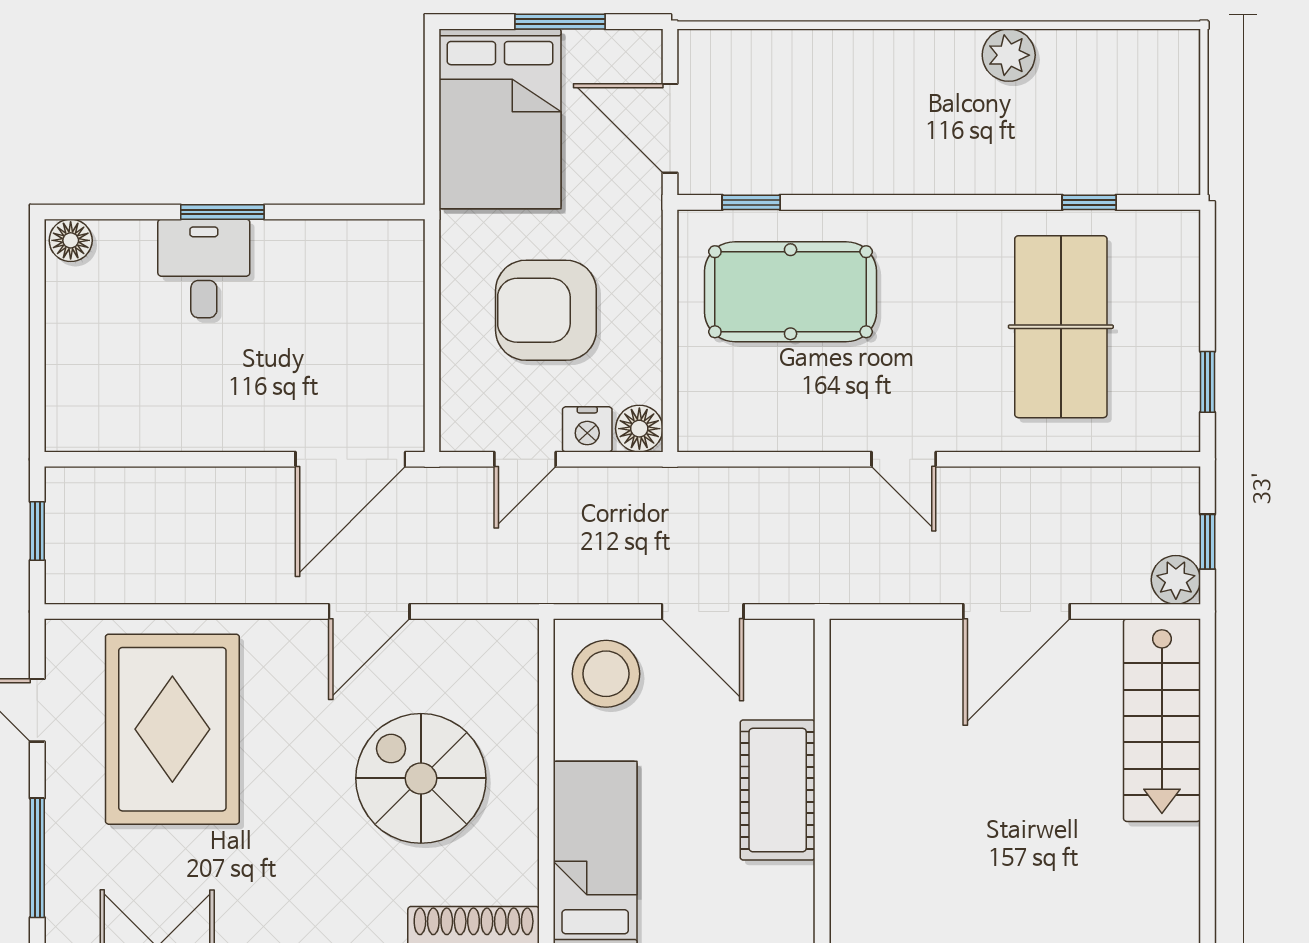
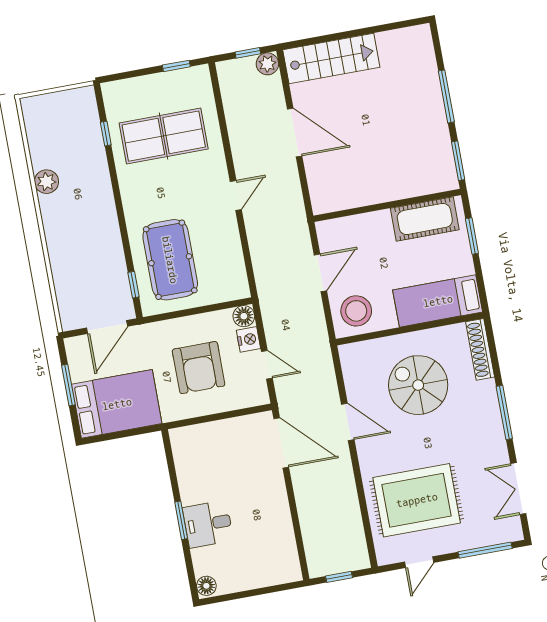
spiral stairs: (421, 778) -> (418, 385), turned 90
cot: (778, 790) -> (425, 219), moved

